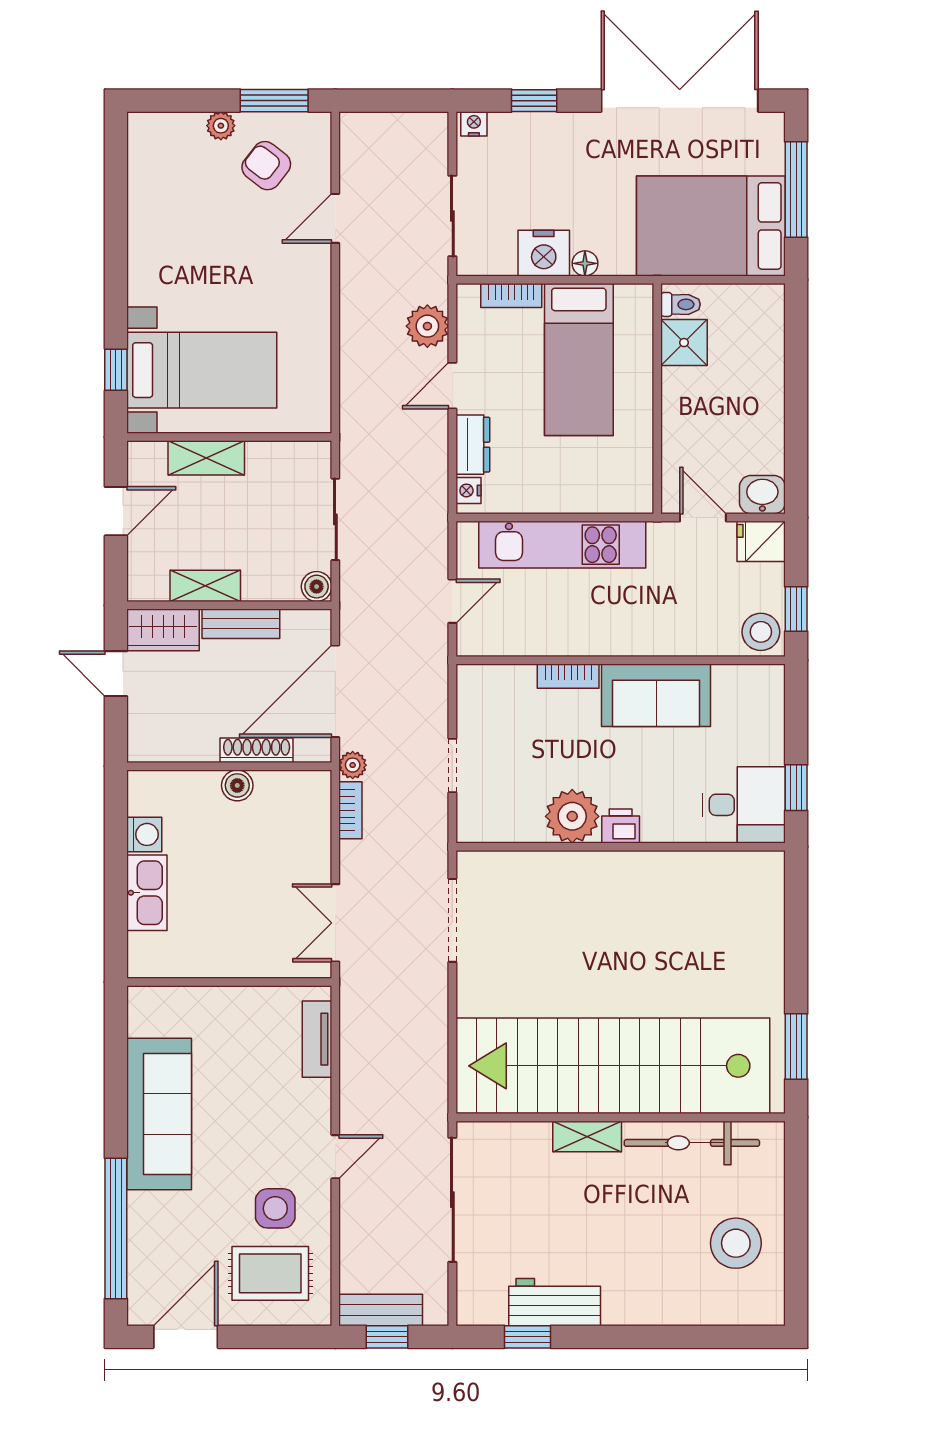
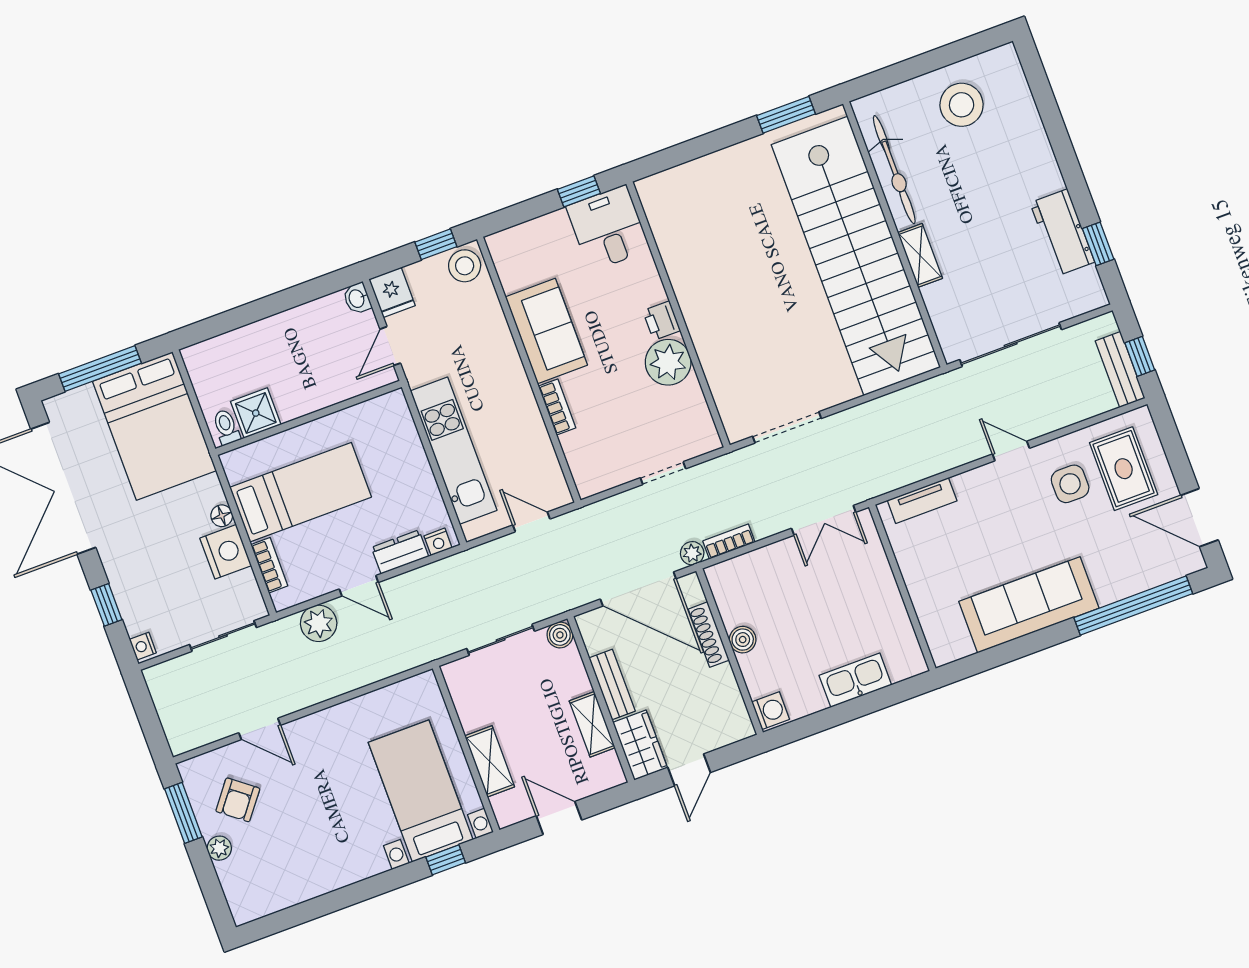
washbasin: (762, 495) -> (357, 298), width x0.72, depth x0.69
washing machine: (144, 834) -> (771, 711), moved, turned 90

